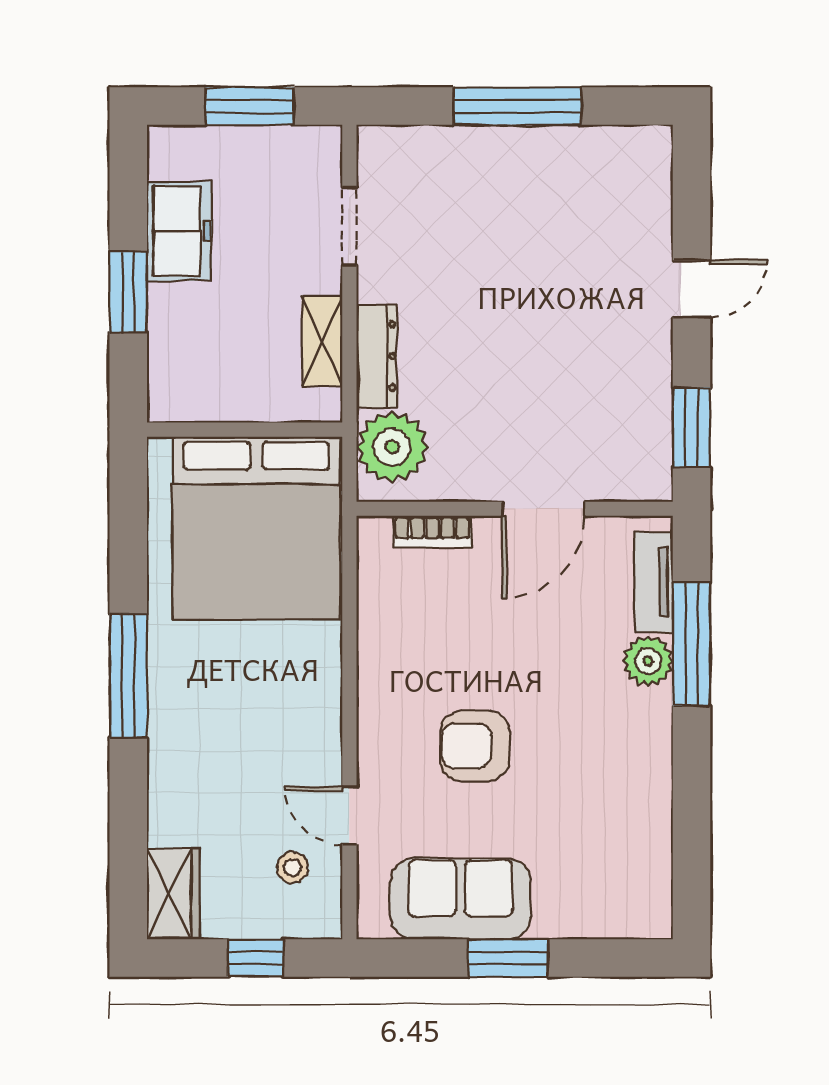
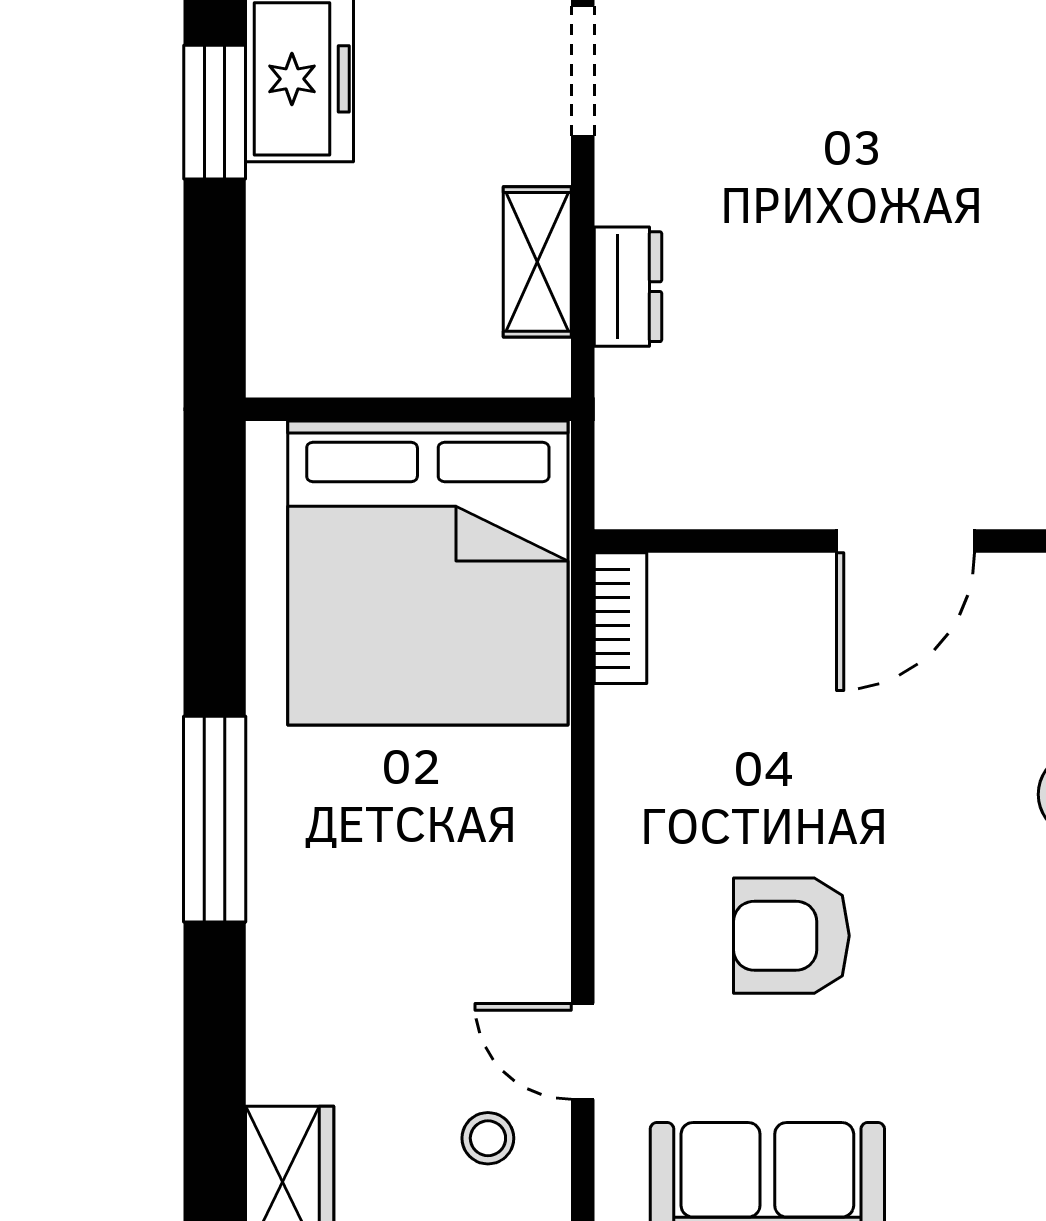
window: (128, 292) -> (215, 112), moved
dresser: (377, 356) -> (628, 287), width x0.70
plant: (392, 447) -> (654, 438), removed
bookcase: (432, 531) -> (621, 618), moved, turned -90

